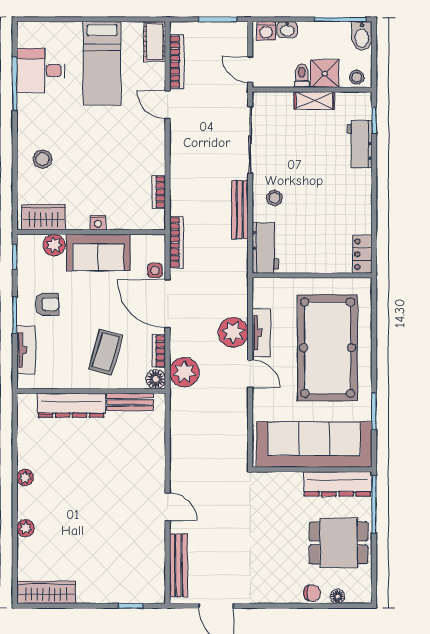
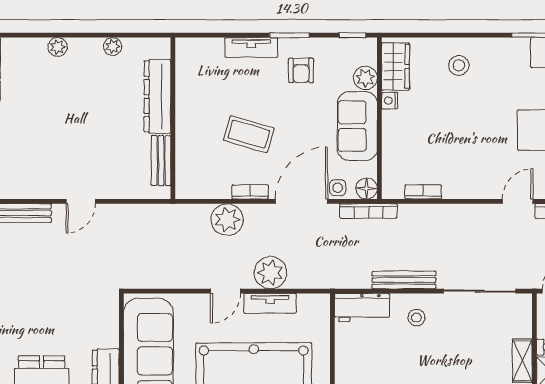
nightstand: (98, 223) -> (390, 101), moved
floor lamp: (156, 379) -> (367, 188), moved
wall: (91, 391) -> (173, 118), moved
bench: (130, 402) -> (161, 160), moved
dresser: (71, 405) -> (157, 96), moved

